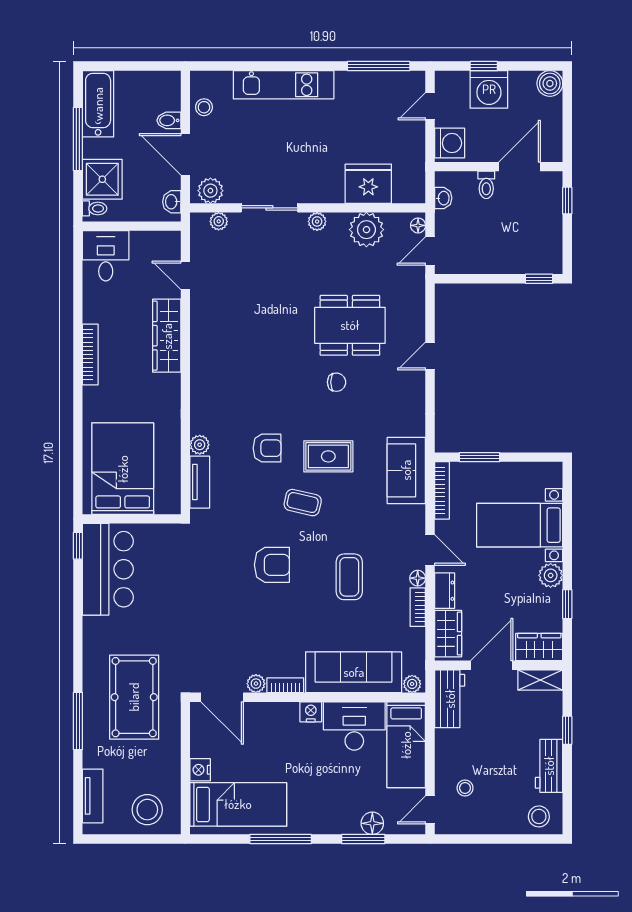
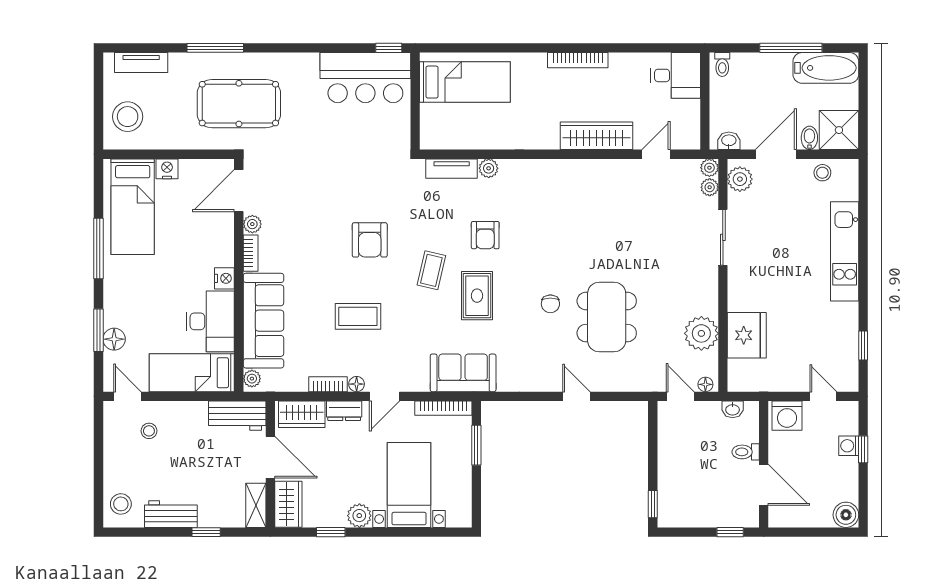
window: (379, 66) -> (863, 345), width x0.46
washing machine: (489, 89) -> (849, 446), width x0.53, depth x0.53
shower: (102, 179) -> (839, 130), moved
plant: (317, 221) -> (709, 168), moved
bed: (123, 469) -> (465, 82), width x0.67

